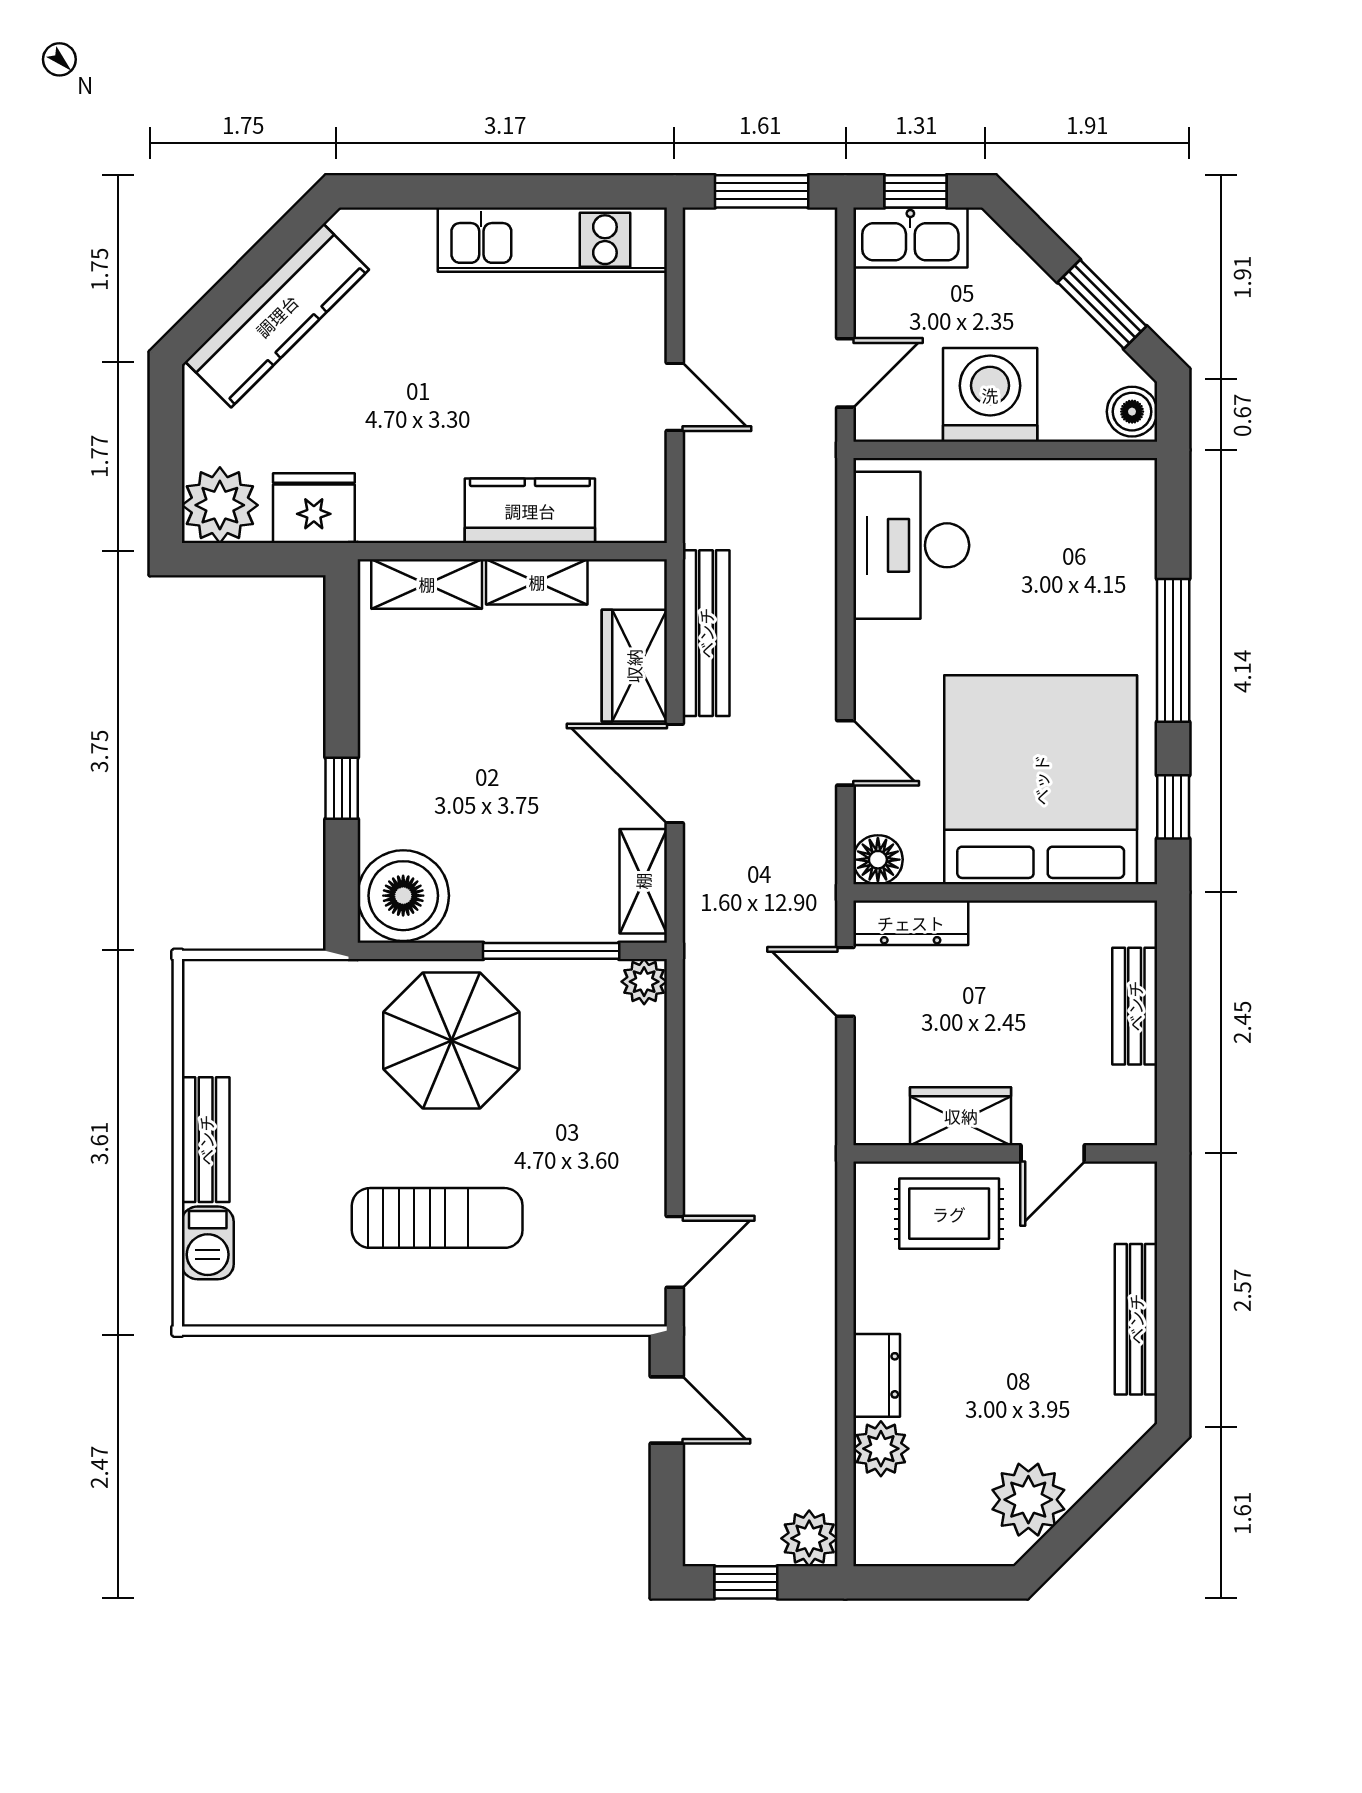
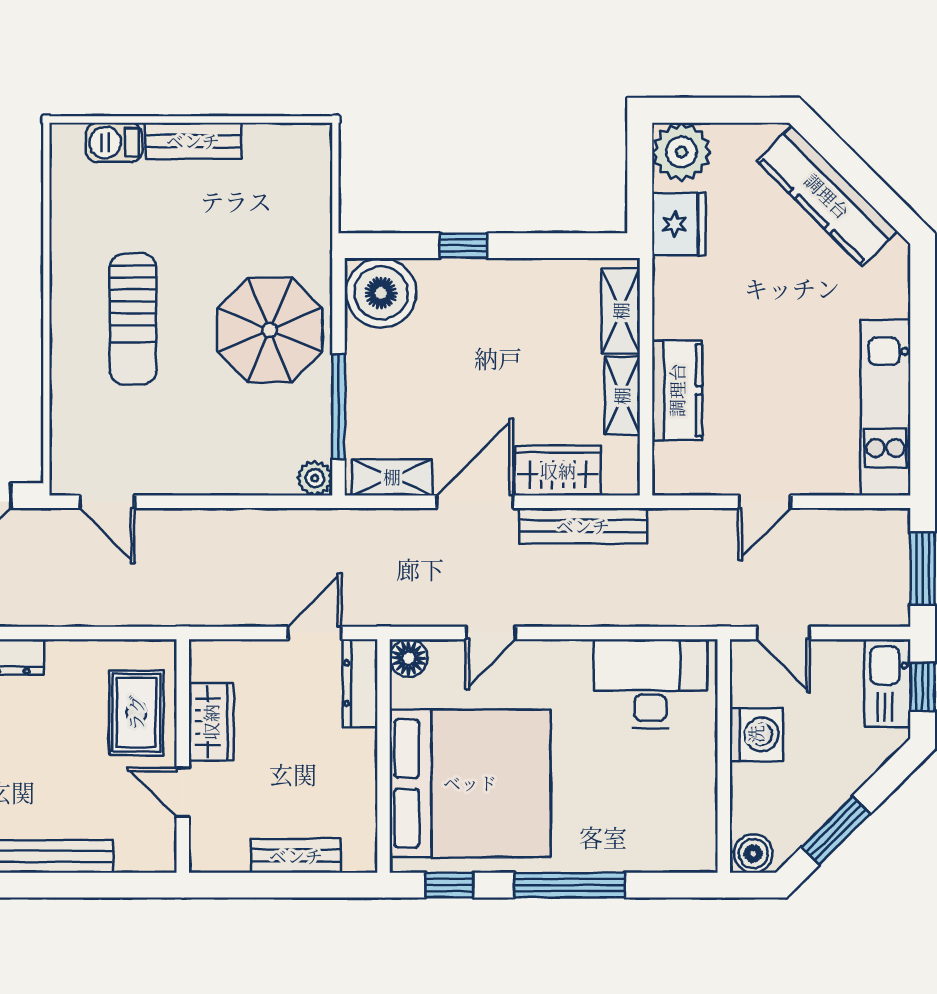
washing machine: (990, 395) -> (756, 734), width x0.73, depth x0.73

